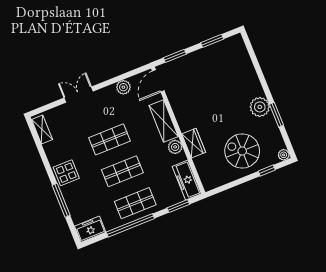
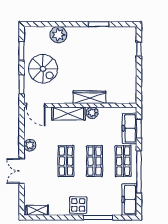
plant: (123, 87) -> (30, 145), moved
plant: (260, 107) -> (58, 35), moved
wardrobe: (194, 143) -> (89, 97), width x1.50
spiral stairs: (242, 151) -> (43, 69), moved, turned -90
plant: (284, 155) -> (132, 31), removed
freezer: (187, 180) -> (130, 128), moved, turned 90
freezer: (90, 229) -> (129, 199), width x1.40

